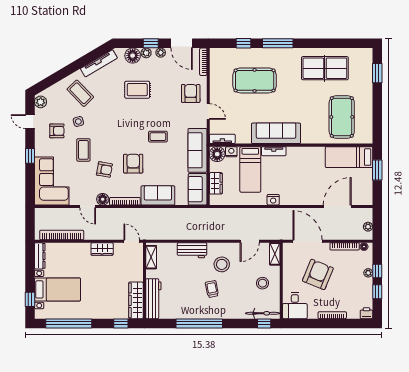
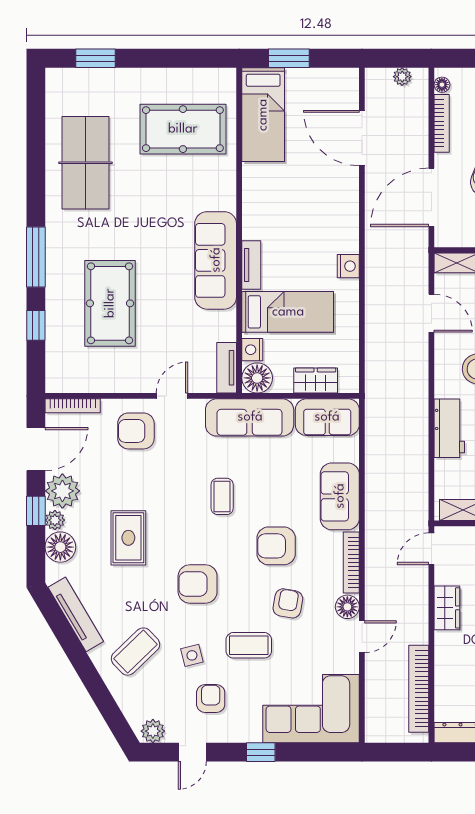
plant: (161, 53) -> (62, 491), width x1.87, depth x1.87
armchair: (114, 124) -> (198, 584), added

